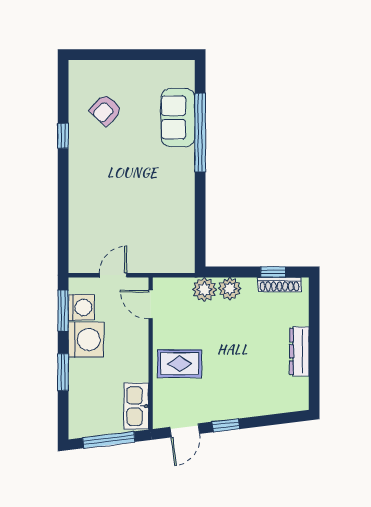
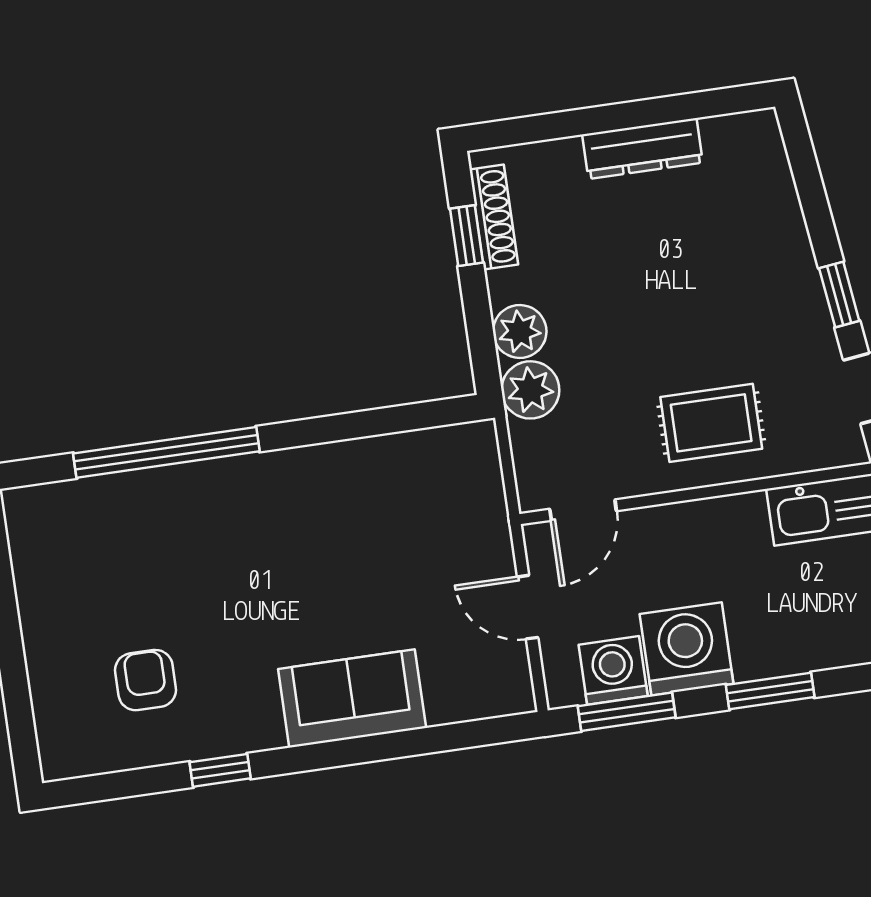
armchair: (106, 110) -> (146, 680), turned -133
sofa: (178, 117) -> (352, 698), moved, turned 180
rug: (180, 364) -> (711, 423), turned 90

